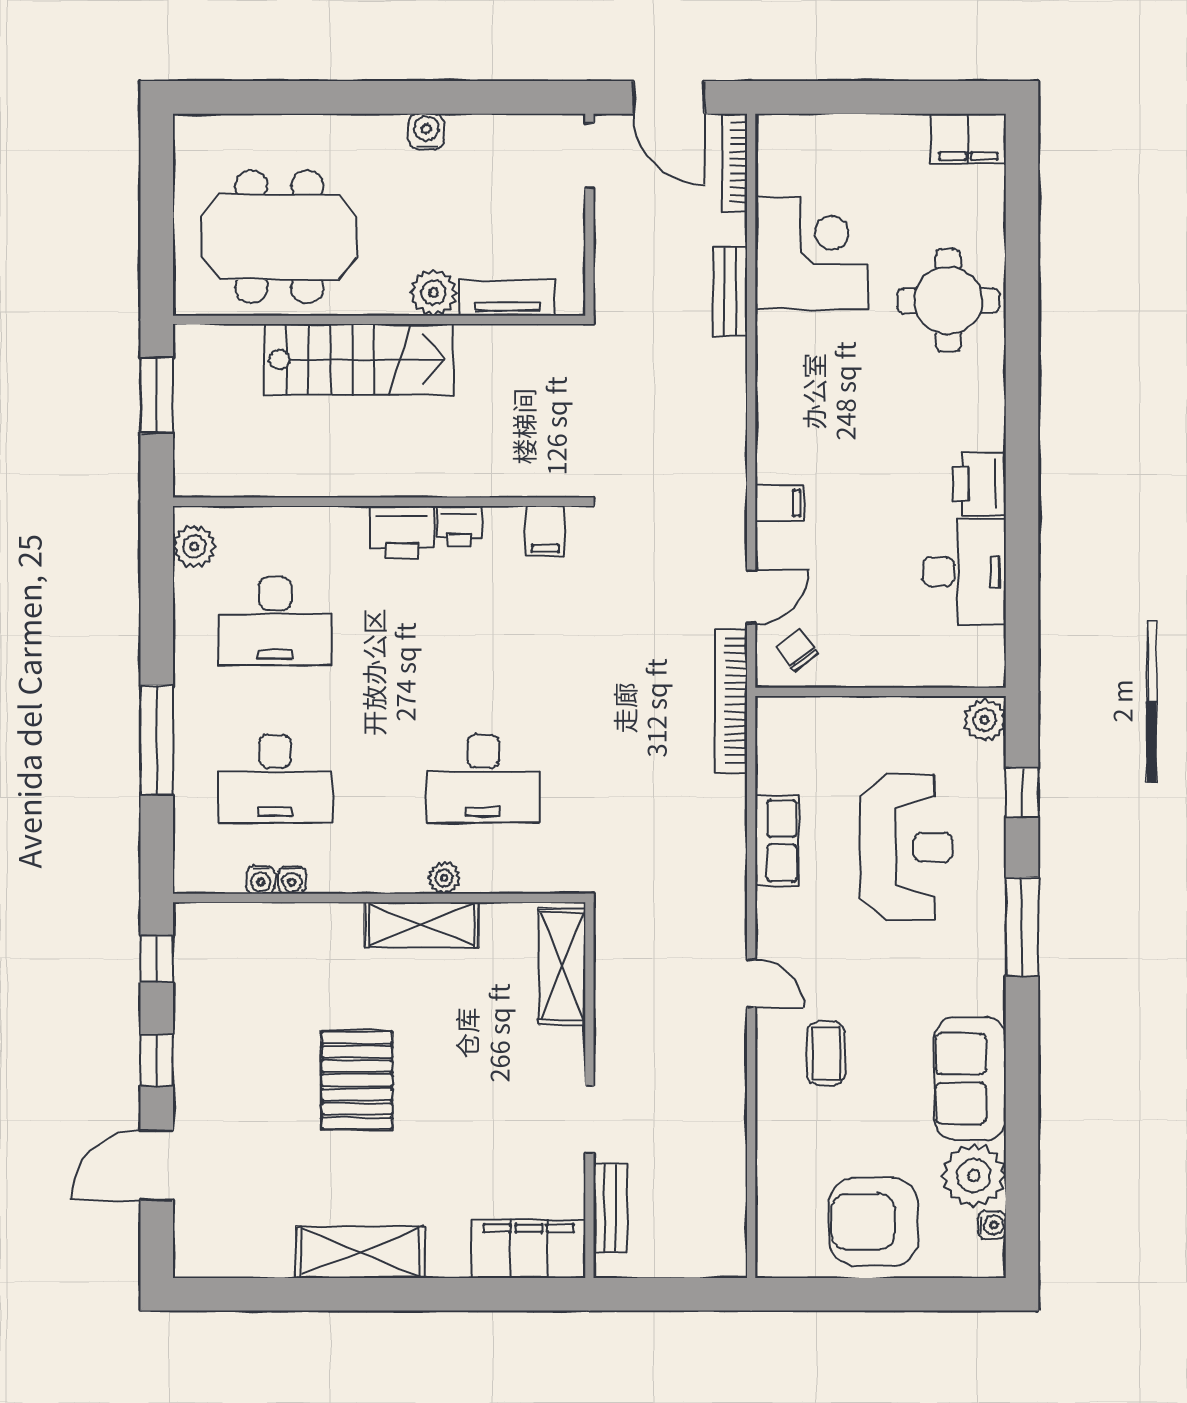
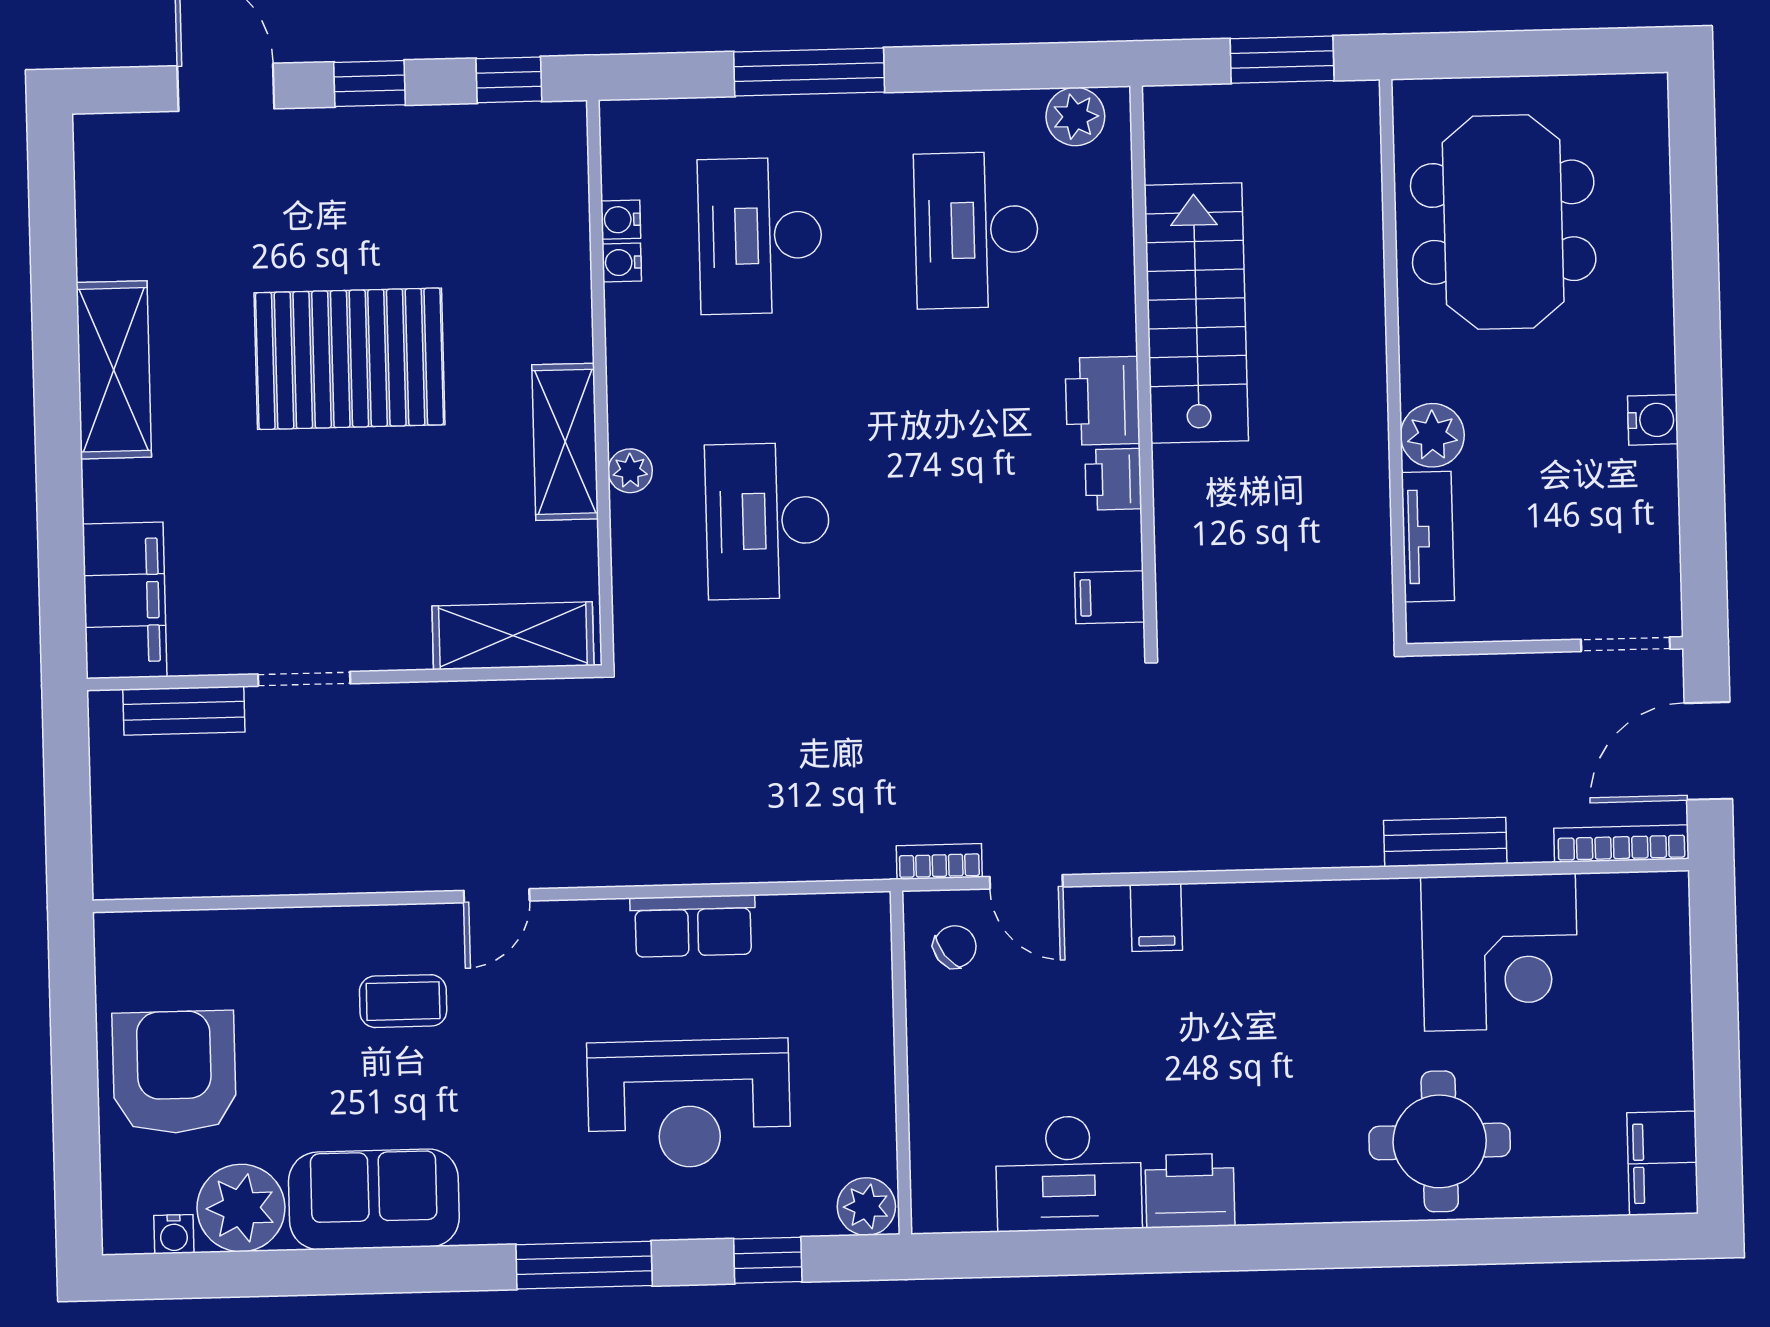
stairs: (359, 359) -> (1196, 313), moved, turned 180
bookcase: (731, 701) -> (939, 862), width x0.43, depth x0.76
pallet: (357, 1080) -> (350, 359), width x1.37, depth x1.41

